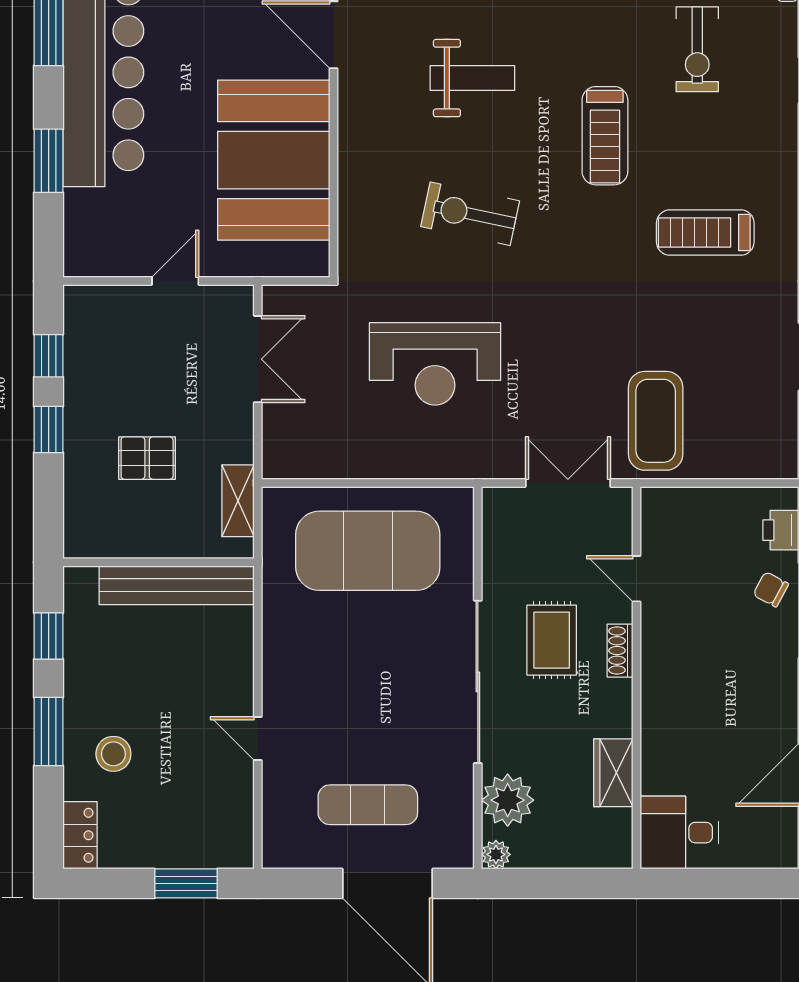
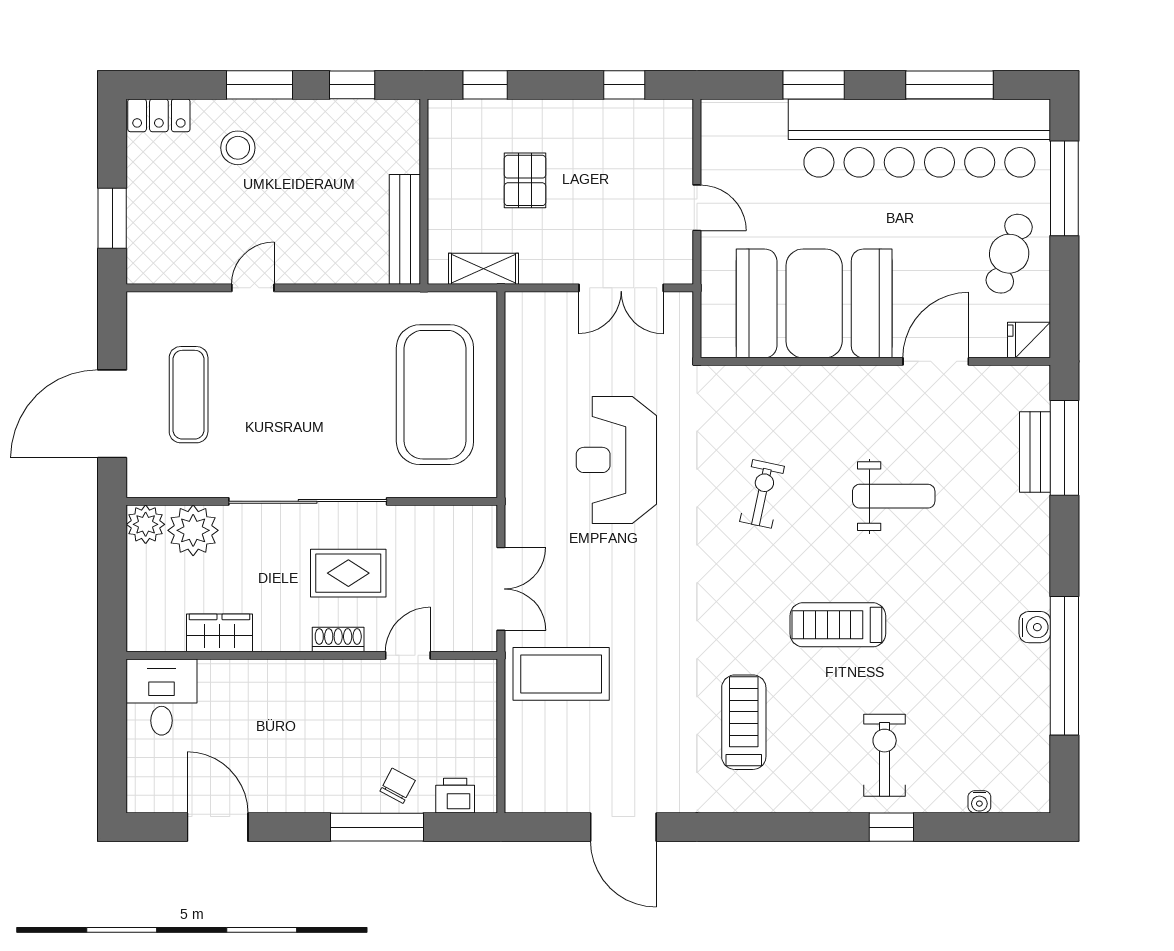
exercise bike: (697, 49) -> (885, 755), moved, turned 90
weight bench: (472, 78) -> (894, 496), turned -90
exercise bike: (470, 214) -> (762, 494), width x0.73, depth x0.72
window: (49, 430) -> (485, 85), moved
bench: (177, 585) -> (405, 229), width x0.73, depth x0.82
plant: (496, 854) -> (146, 524), width x1.38, depth x1.38

